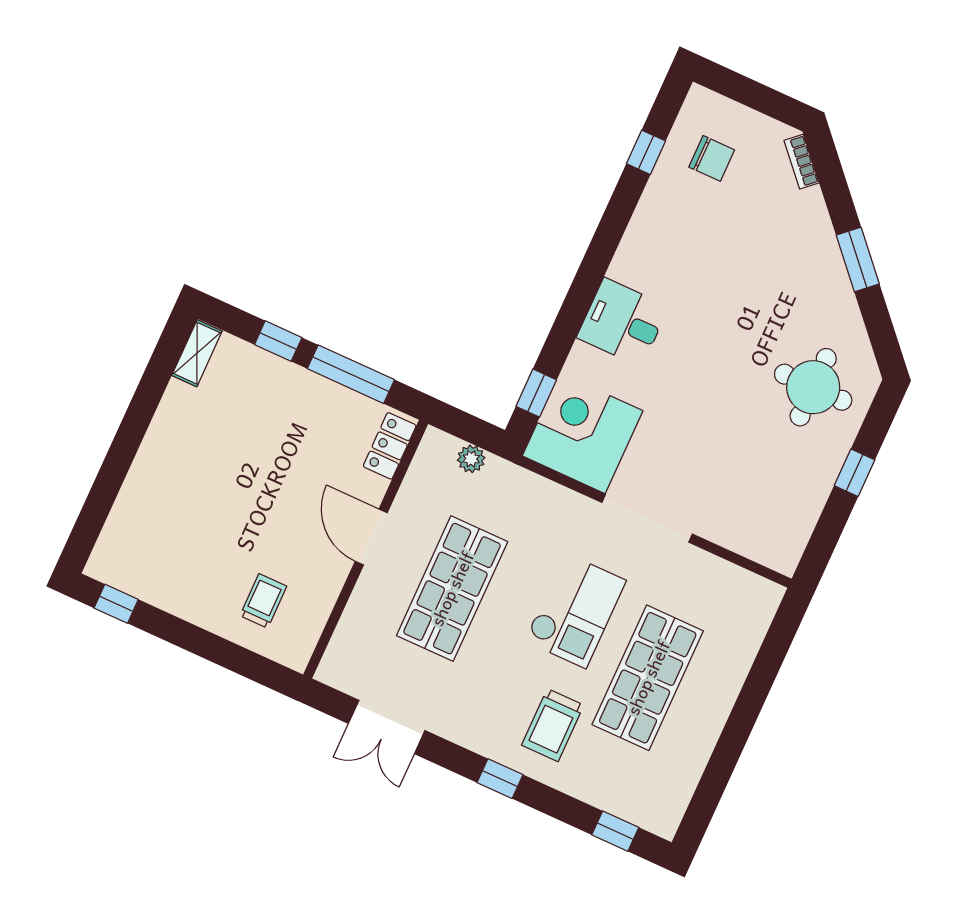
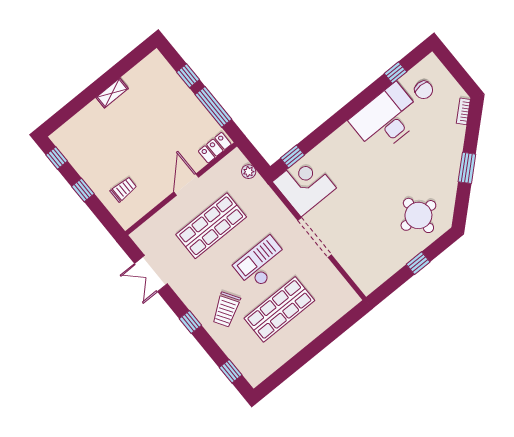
desk: (623, 322) -> (387, 119), moved, width x1.87, depth x1.30
shelving: (197, 353) -> (112, 93), moved
checkout: (575, 611) -> (262, 263), turned 180
window: (191, 638) -> (83, 190), added
trolley: (553, 725) -> (226, 310), turned -32

